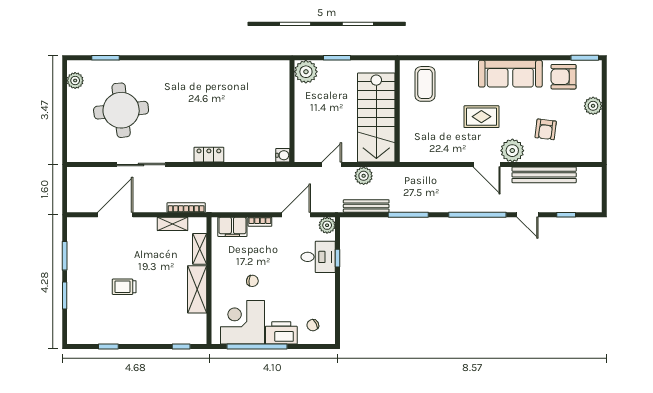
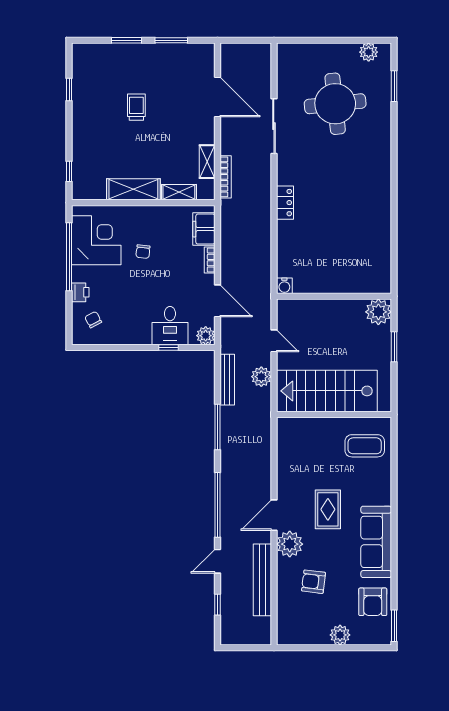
armchair: (564, 77) -> (373, 602), turned 180
printer: (281, 333) -> (80, 292), width x0.53, depth x0.68

